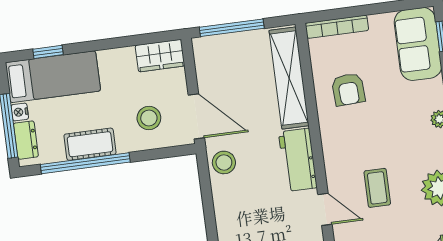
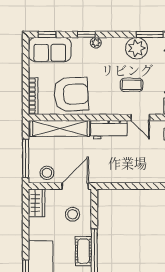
armchair: (348, 89) -> (71, 94), width x1.88, depth x1.88
stool: (224, 162) -> (47, 173), moved
door: (325, 209) -> (140, 117), swing flipped

